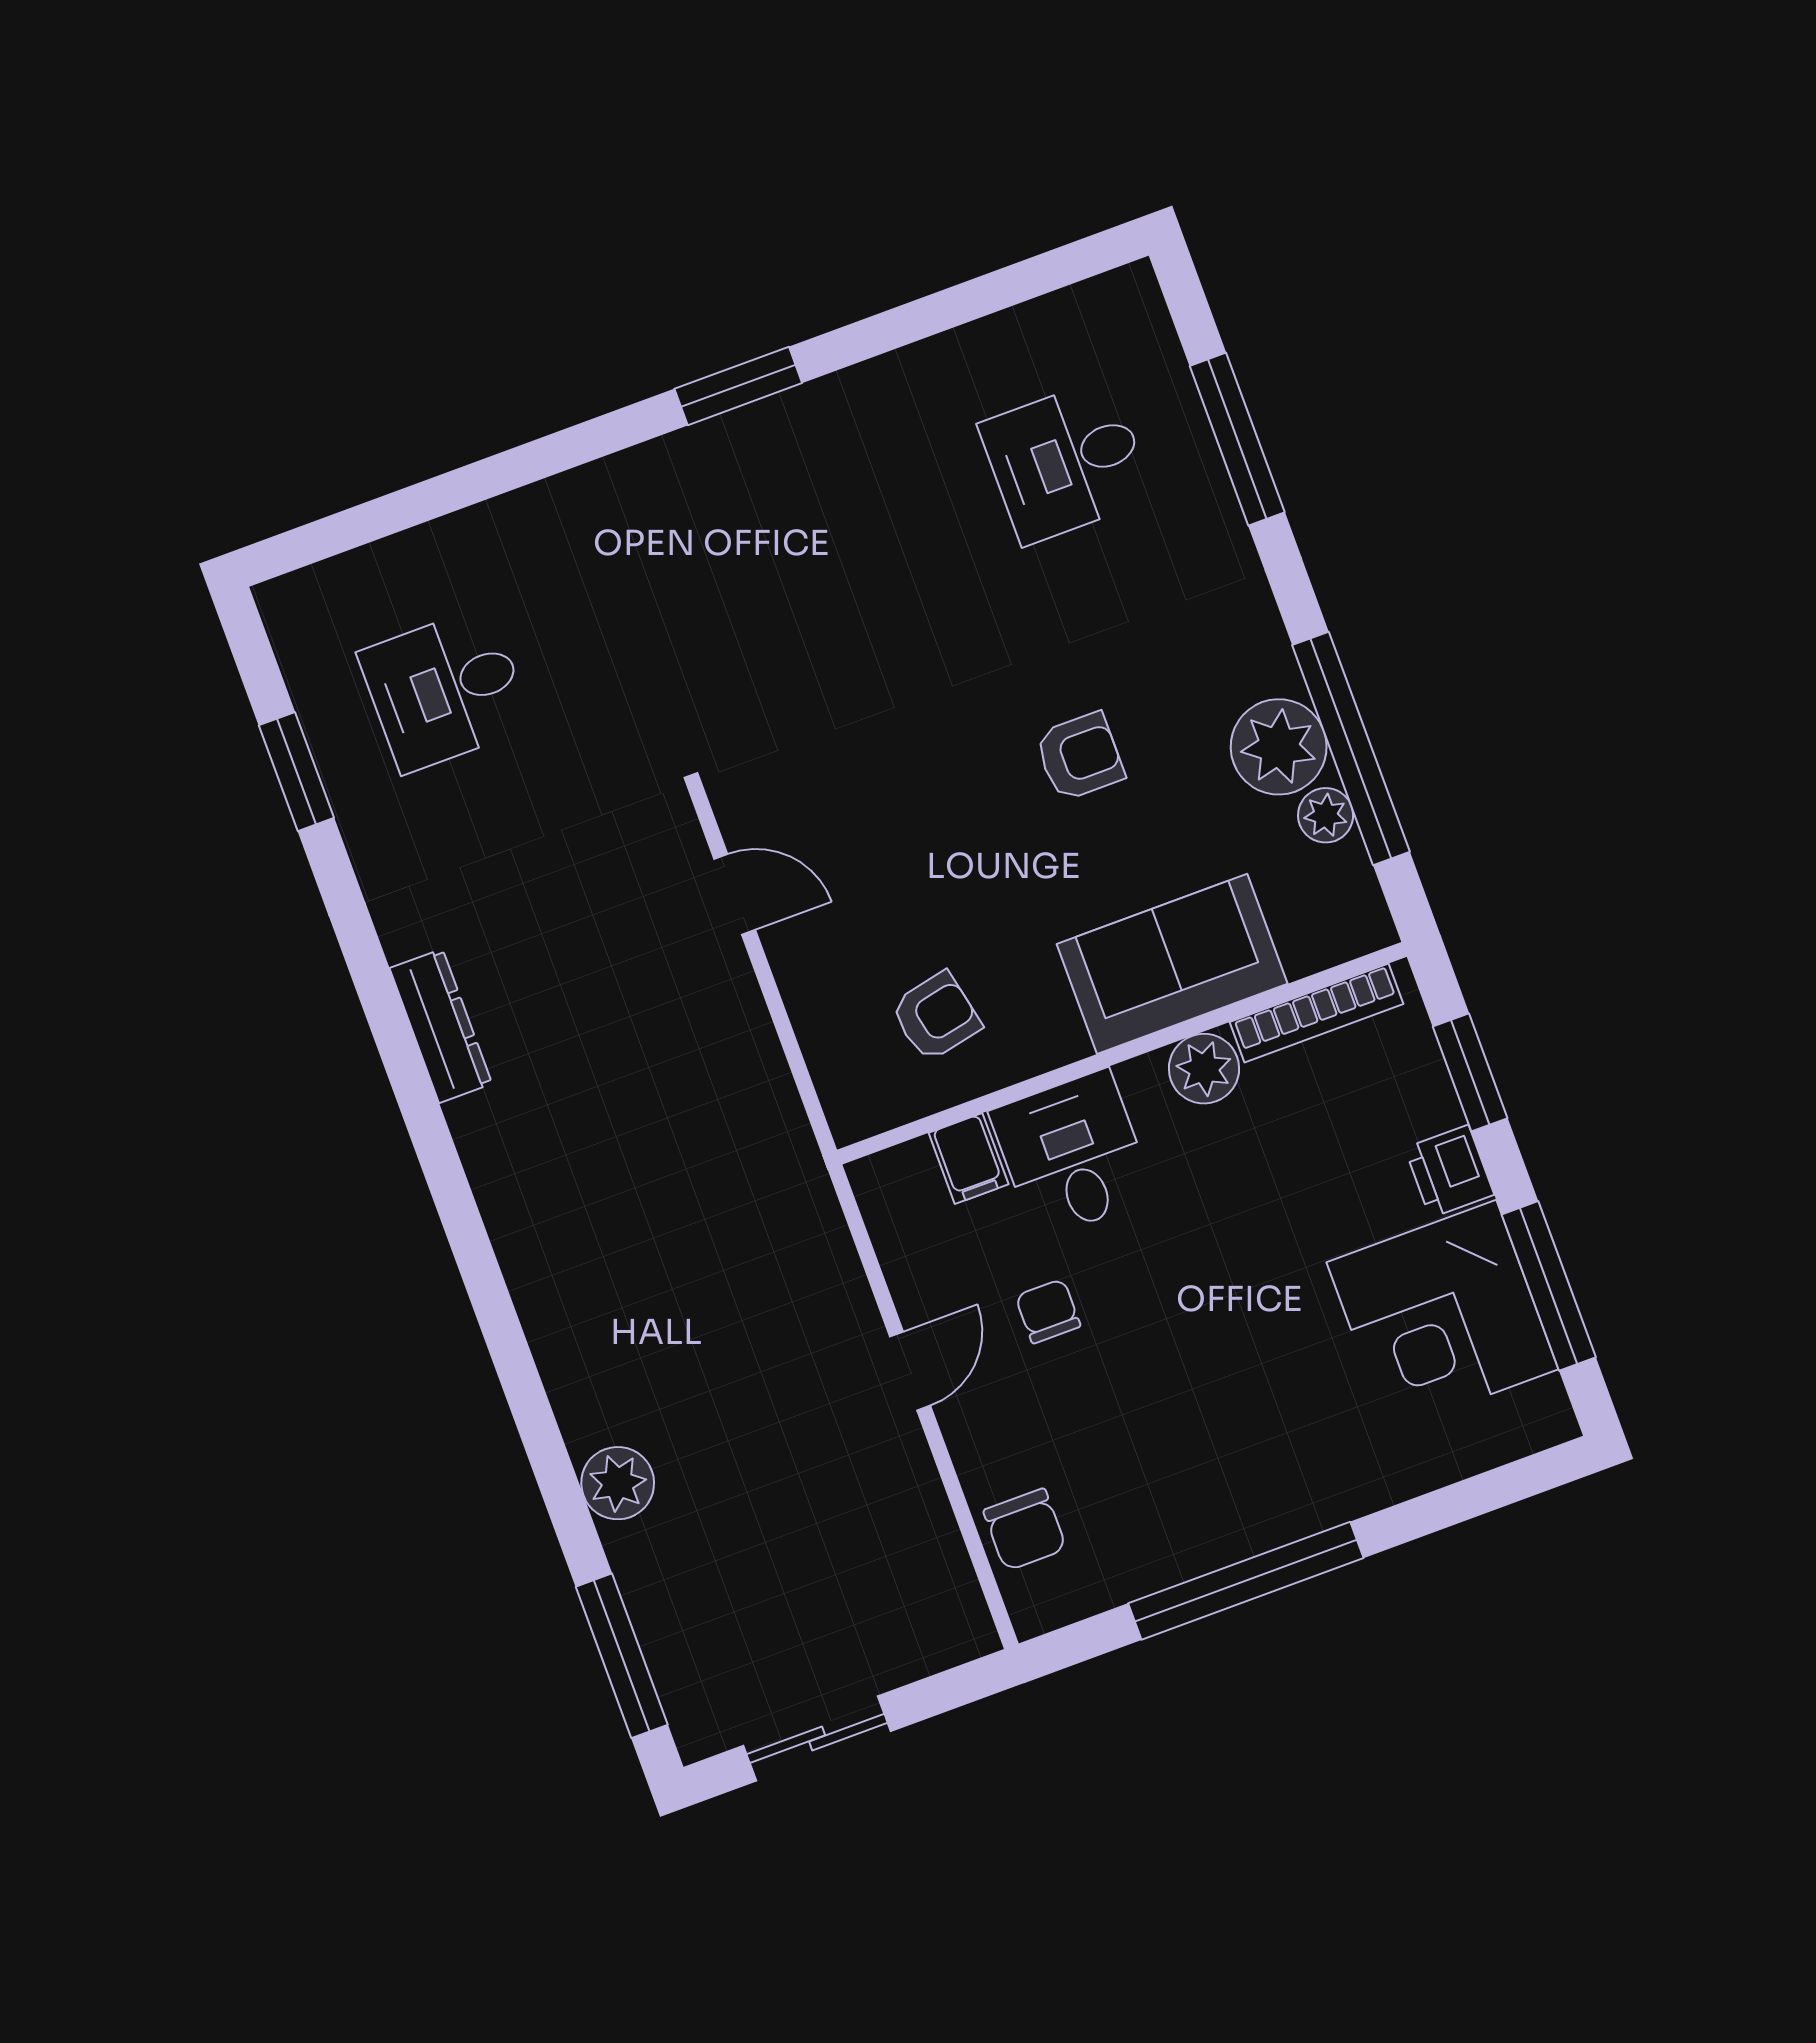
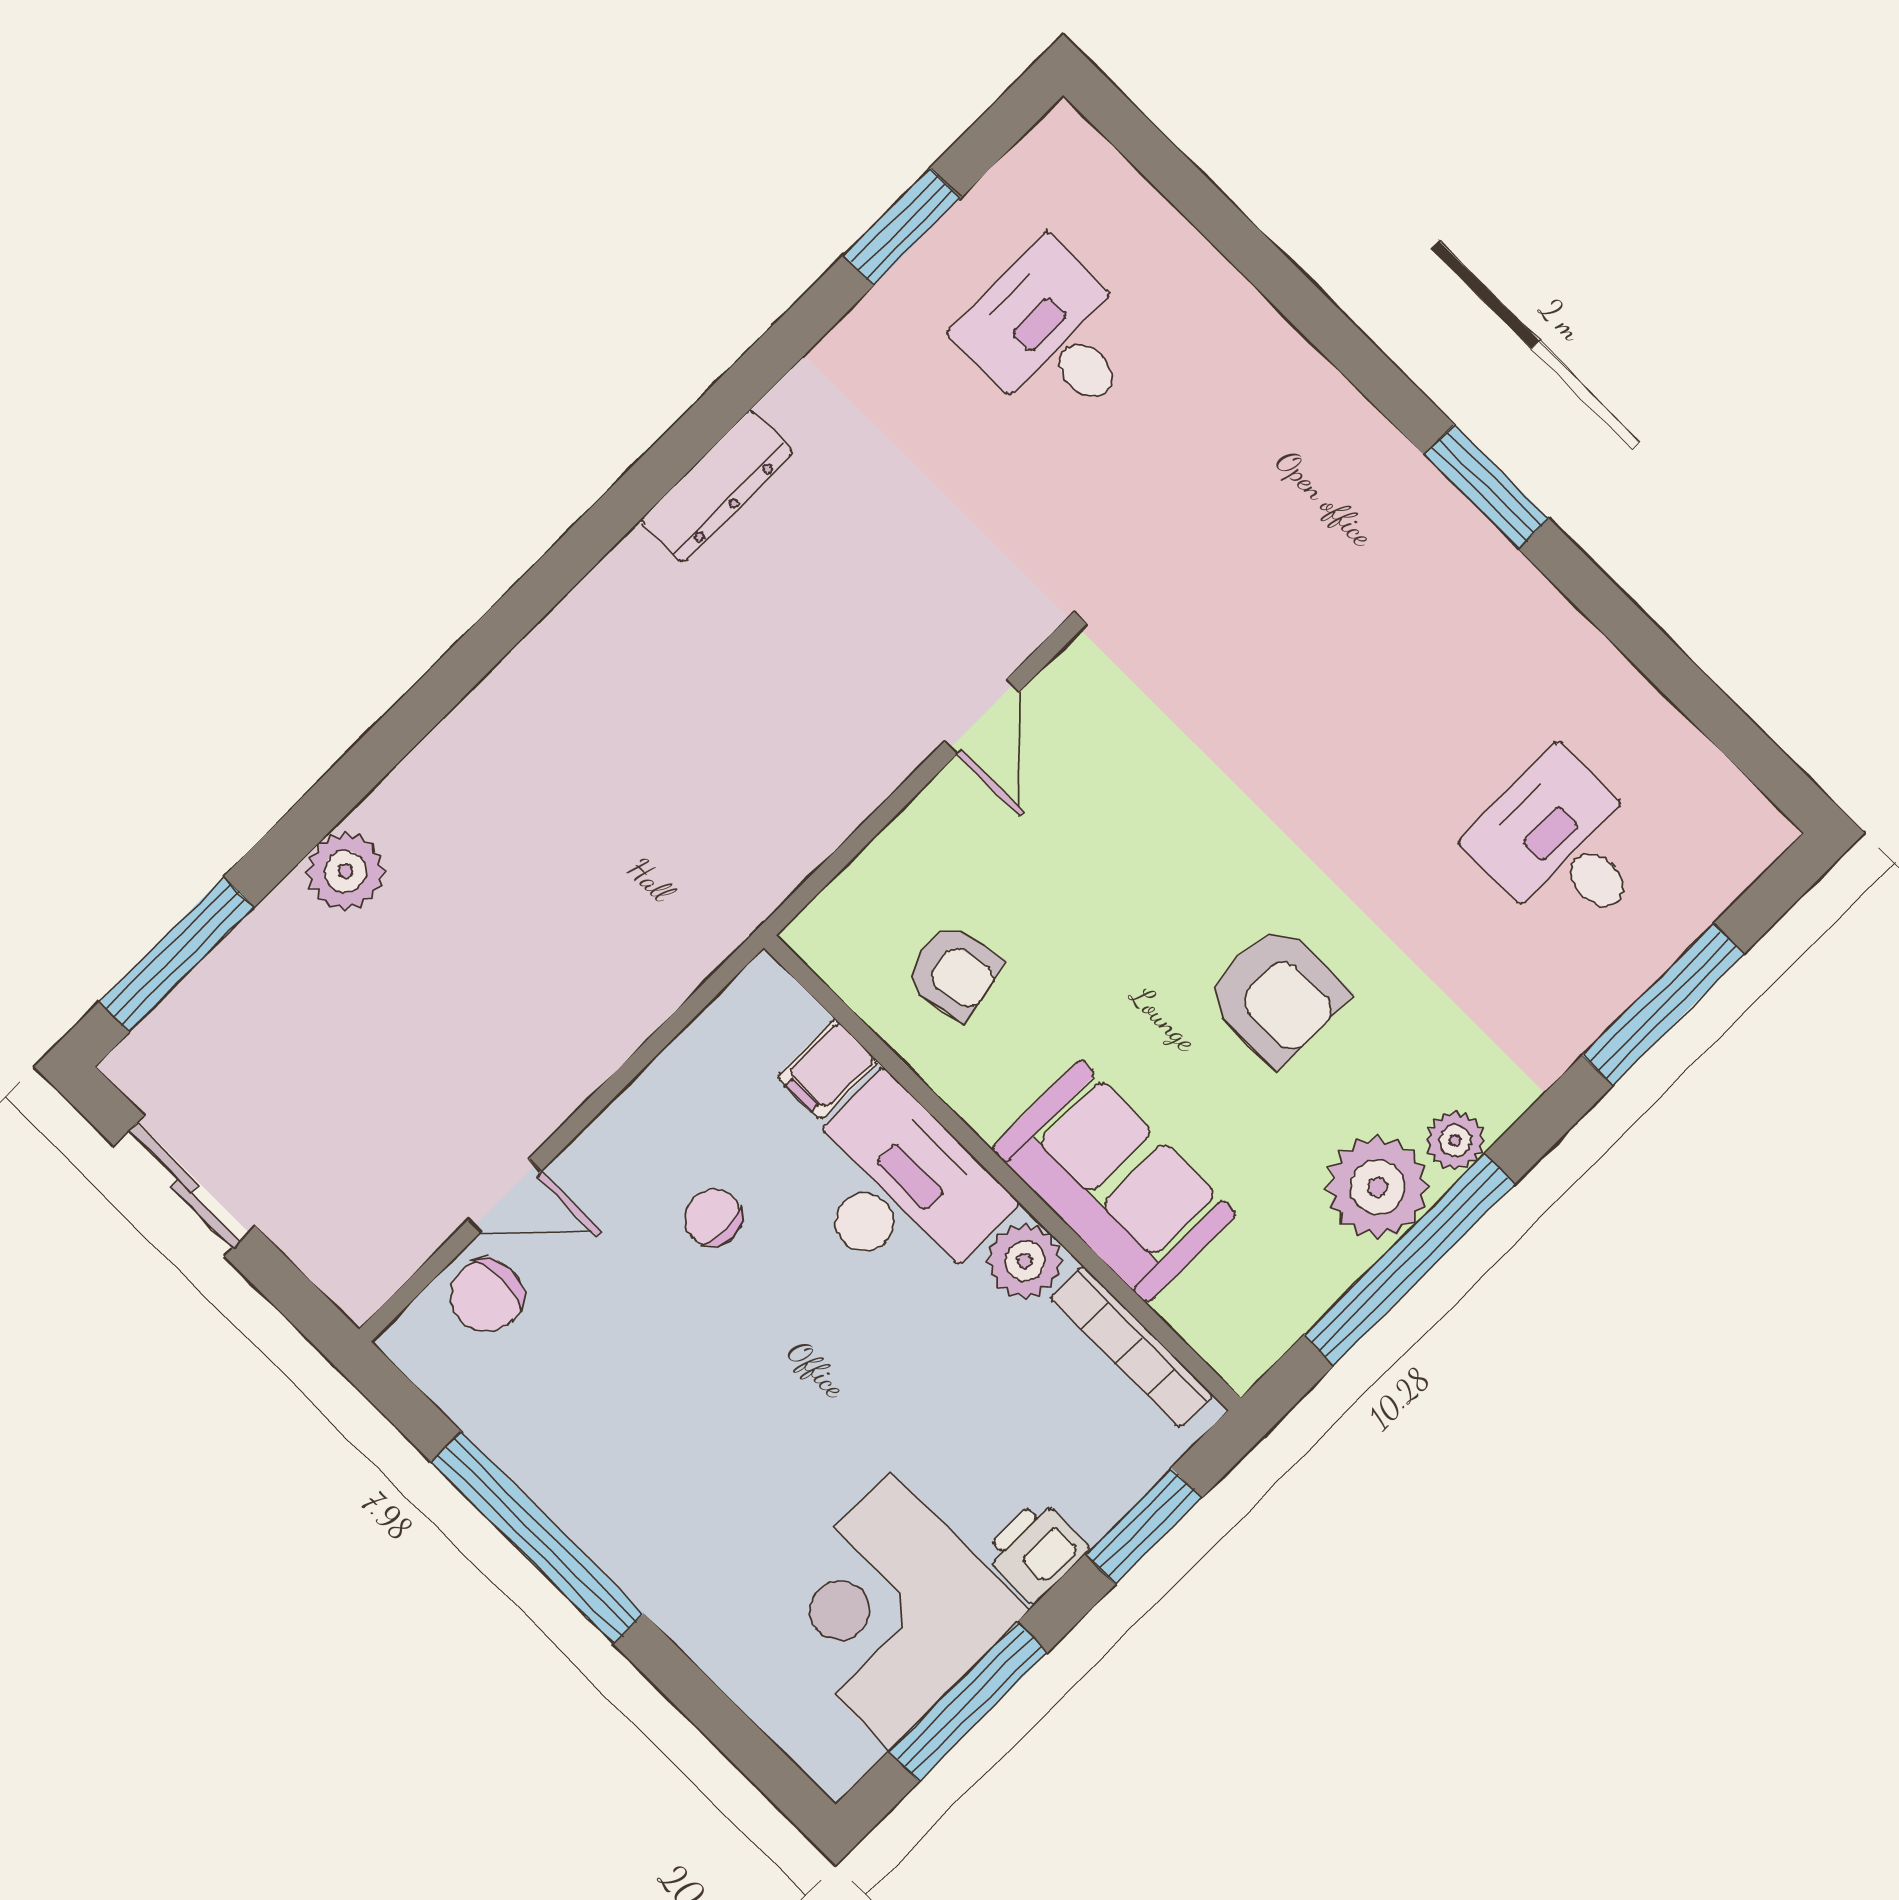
armchair: (1080, 756) -> (1277, 995), width x1.38, depth x1.38
plant: (1326, 815) -> (1455, 1141), moved
desk: (1072, 1154) -> (898, 1188), width x1.37
chair: (1048, 1311) -> (713, 1218), turned -90
door: (910, 1371) -> (504, 1196), moved

